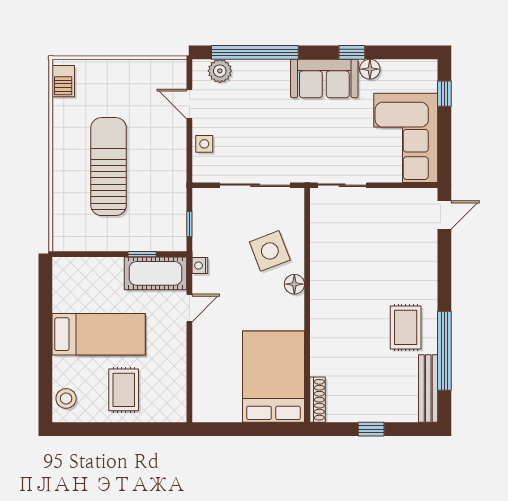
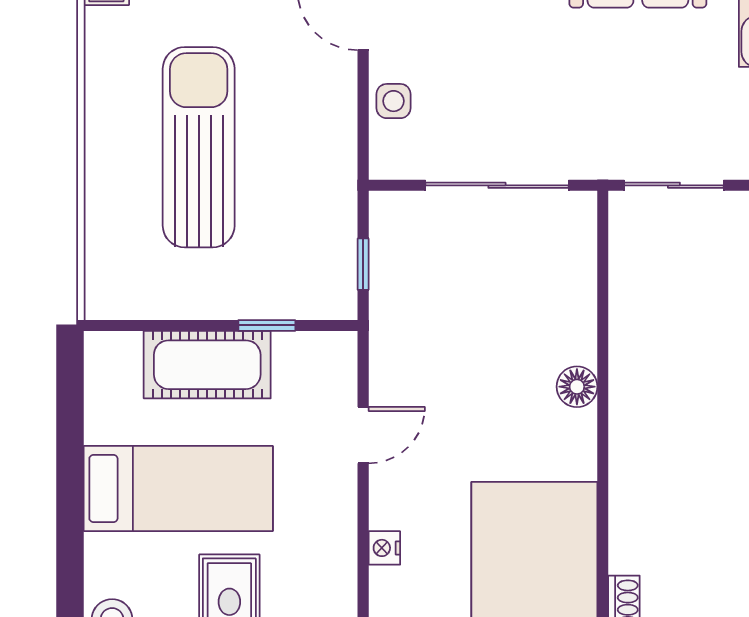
side table: (270, 251) -> (527, 319), removed
nightstand: (200, 266) -> (384, 548), moved
cot: (155, 273) -> (207, 365), moved

